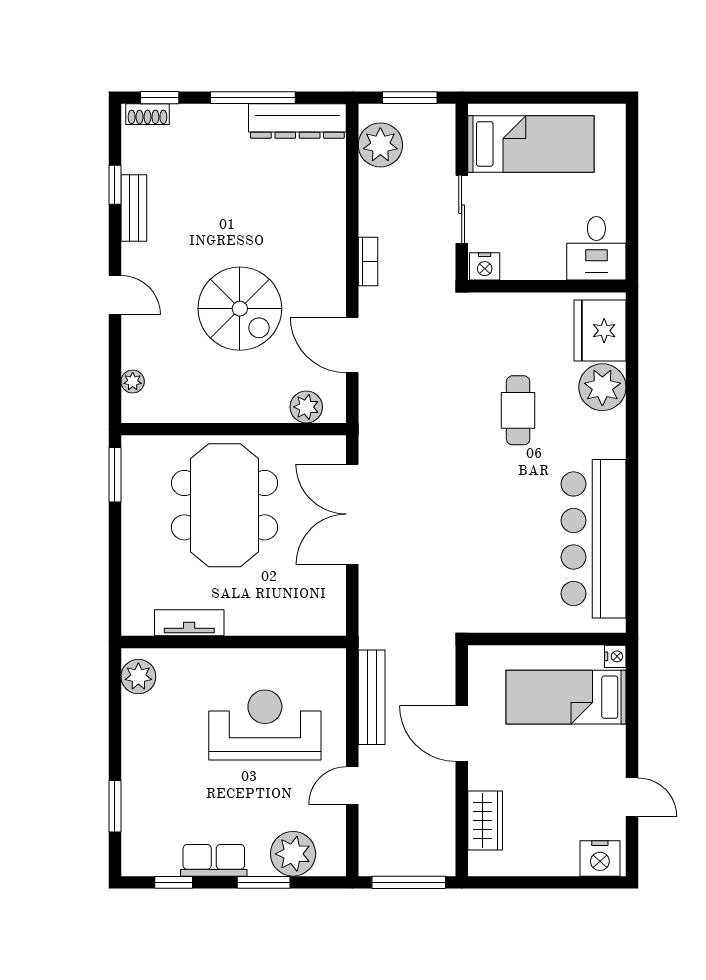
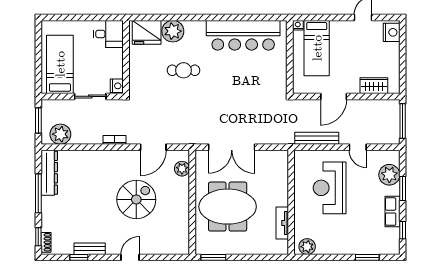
plant: (133, 382) -> (170, 249), removed

